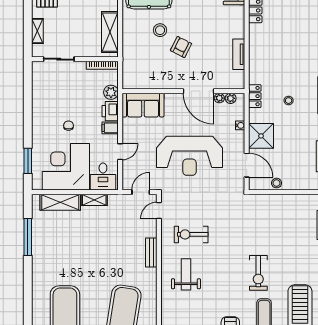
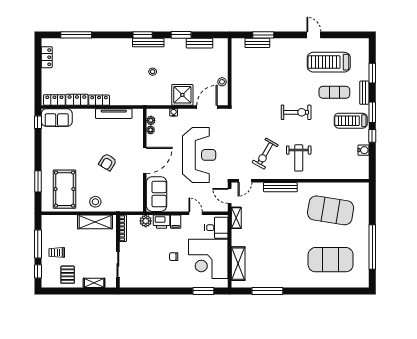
stool: (160, 30) -> (95, 202), moved
armchair: (181, 47) -> (108, 162), turned -85
tv unit: (239, 54) -> (114, 114), width x1.41
door: (198, 91) -> (145, 160), moved
locker: (255, 96) -> (99, 100), moved
shelving: (94, 200) -> (236, 218), moved
door: (159, 210) -> (245, 181), hinge flipped
exercise bike: (191, 234) -> (265, 154), turned 30
bench: (151, 253) -> (280, 187), width x1.36
exercise bike: (258, 273) -> (296, 112), moved
weight bench: (186, 274) -> (299, 158), turned -90

